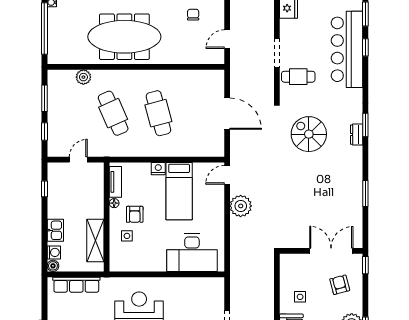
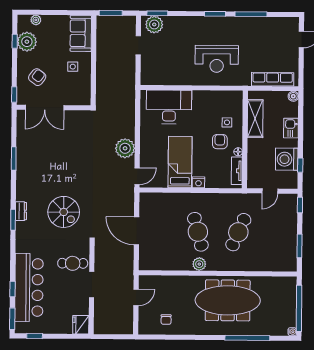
plant: (83, 77) -> (199, 264), moved
cafe table: (113, 113) -> (238, 232), turned 48
window: (44, 132) -> (300, 205), moved
washing machine: (54, 252) -> (287, 159), moved, width x1.89, depth x1.89
armchair: (340, 285) -> (37, 77), turned -128

